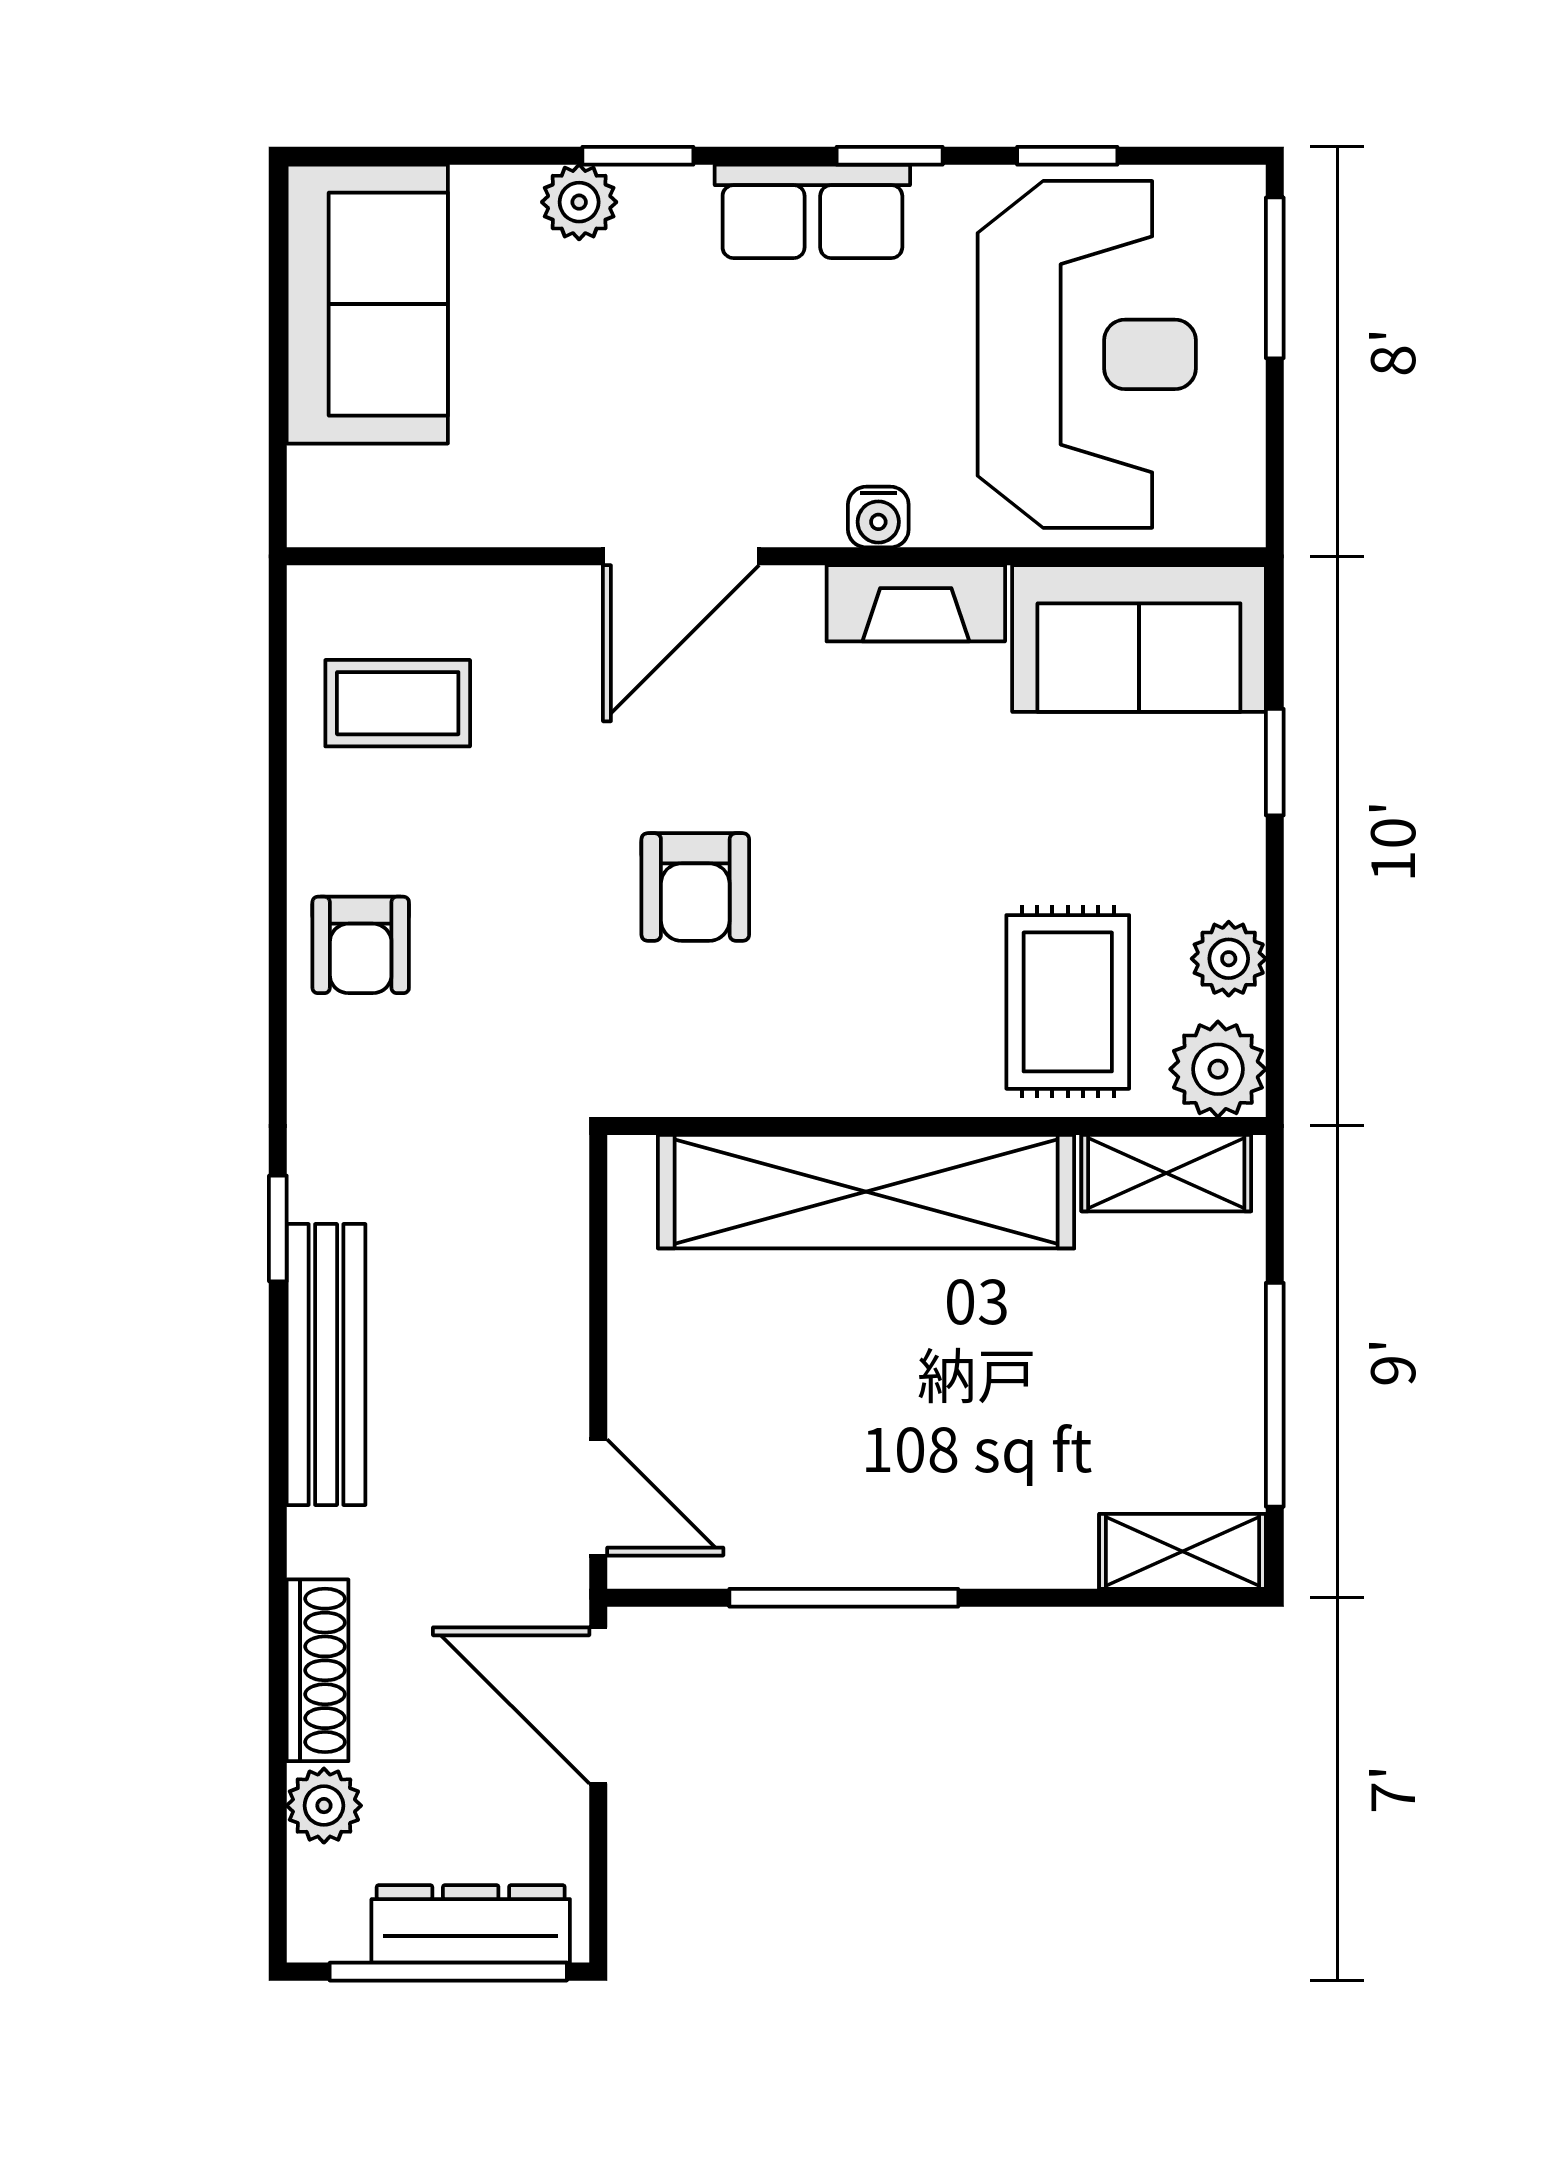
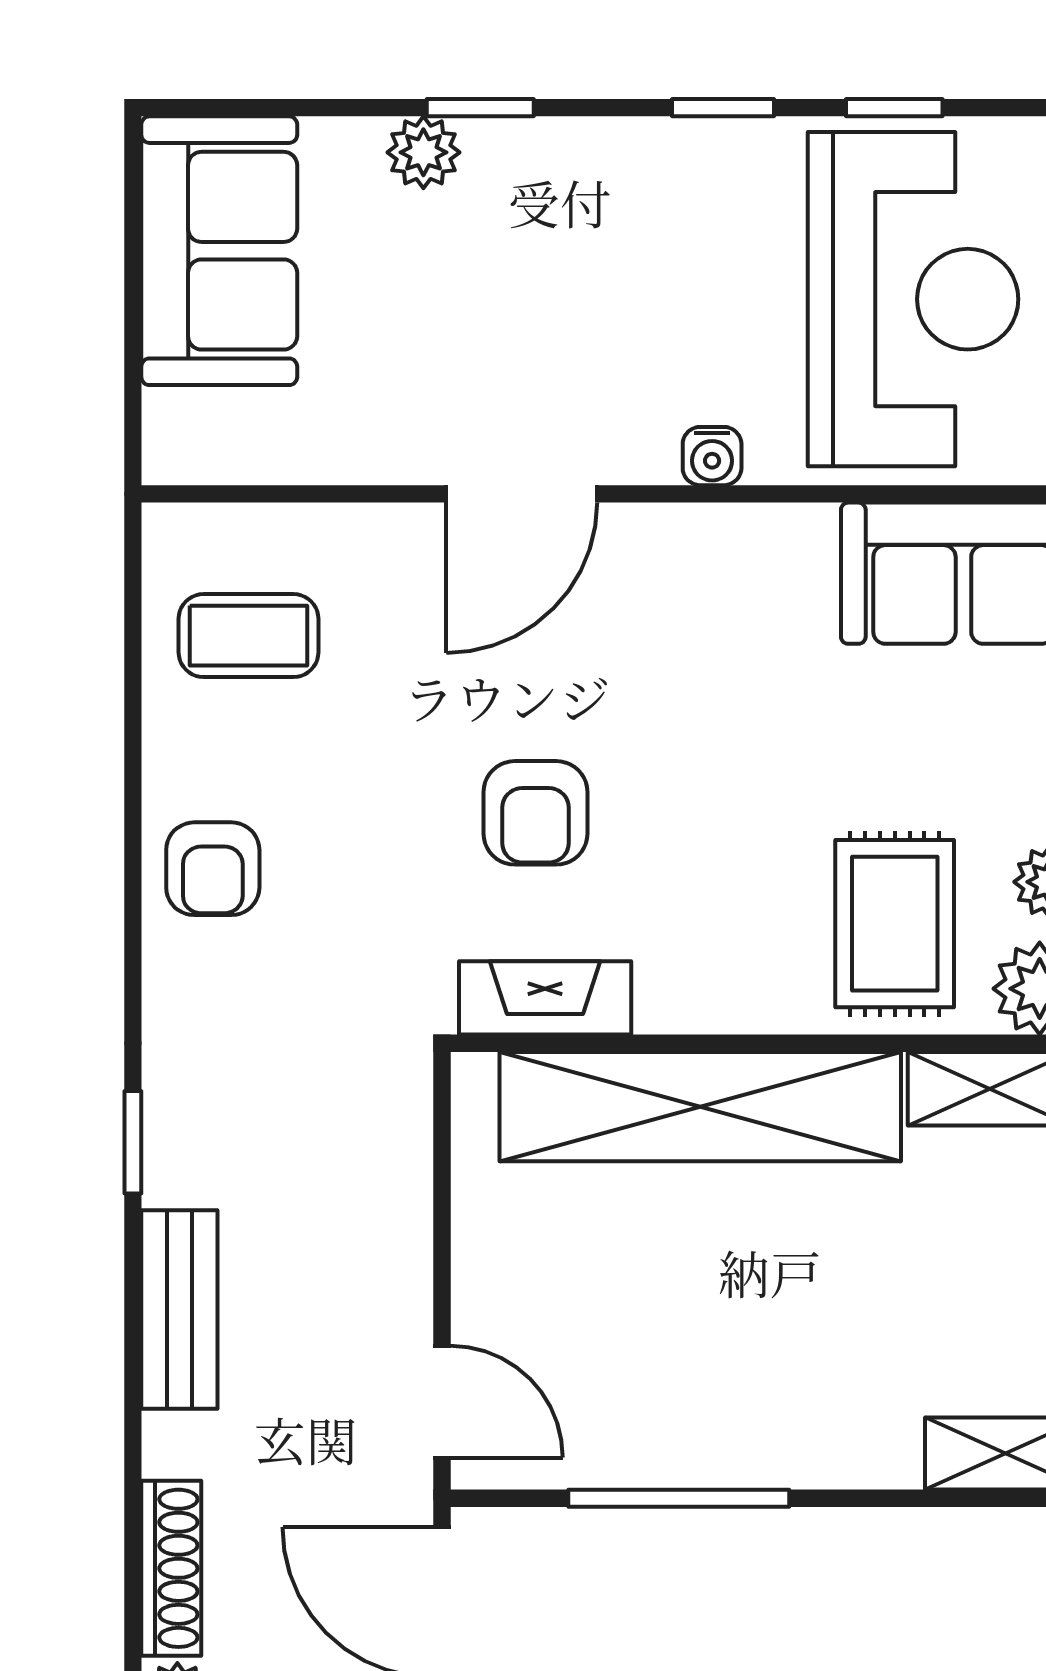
row of seats: (812, 211) -> (648, 161), removed
fireplace: (916, 603) -> (545, 998), moved, turned 180
bench: (326, 1365) -> (179, 1310), width x0.73

